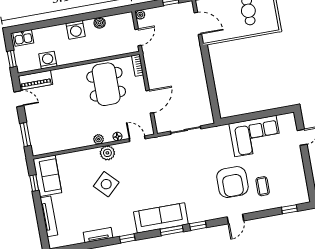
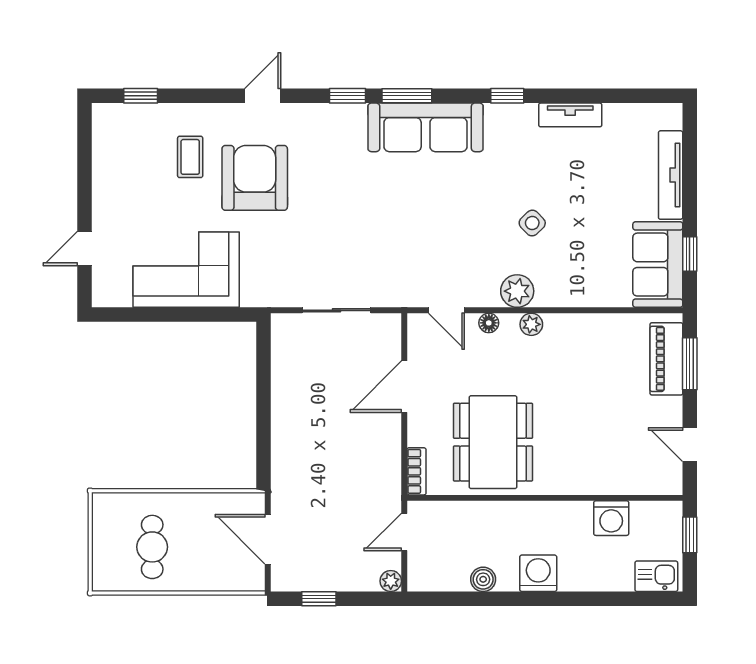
piano: (35, 80) -> (666, 359), moved, turned -90
side table: (106, 184) -> (532, 223), width x0.54, depth x0.54

